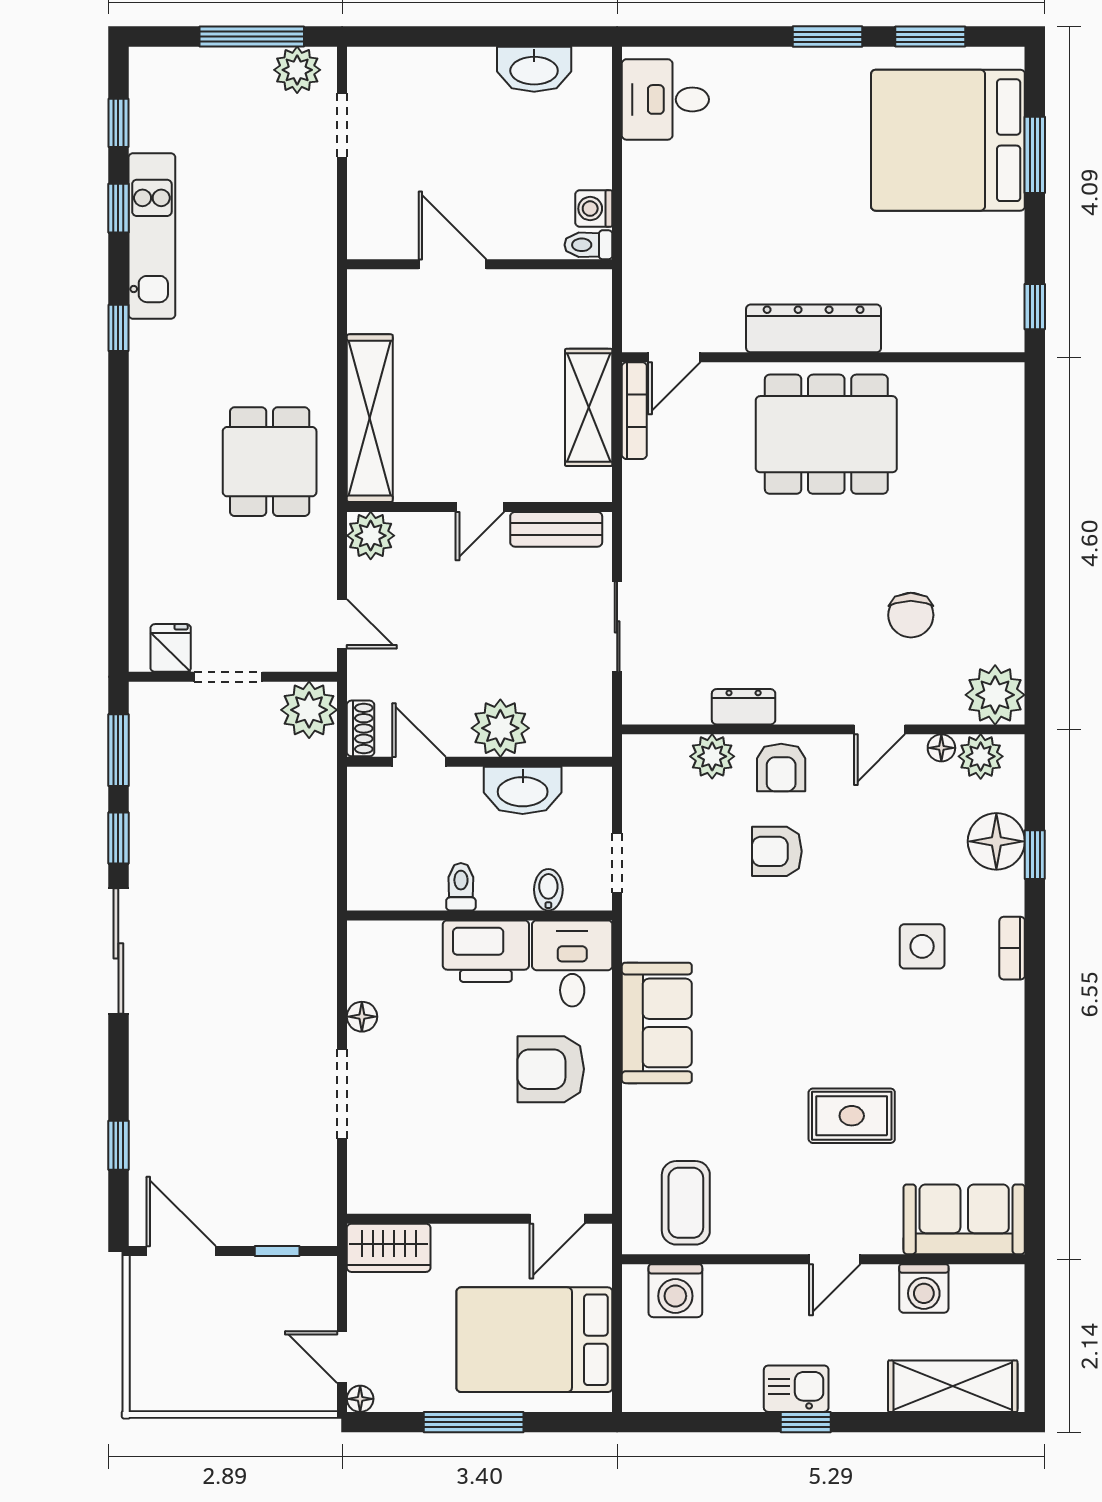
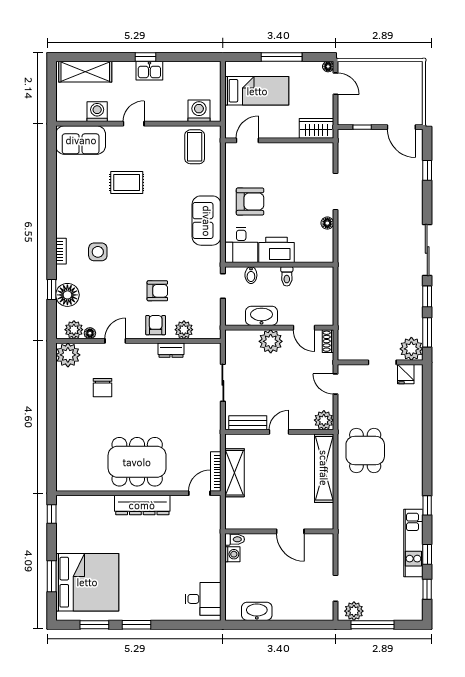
chair: (911, 615) -> (102, 388), turned 180
plant: (309, 710) -> (411, 349), moved
bed: (534, 1340) -> (257, 91), width x0.67

